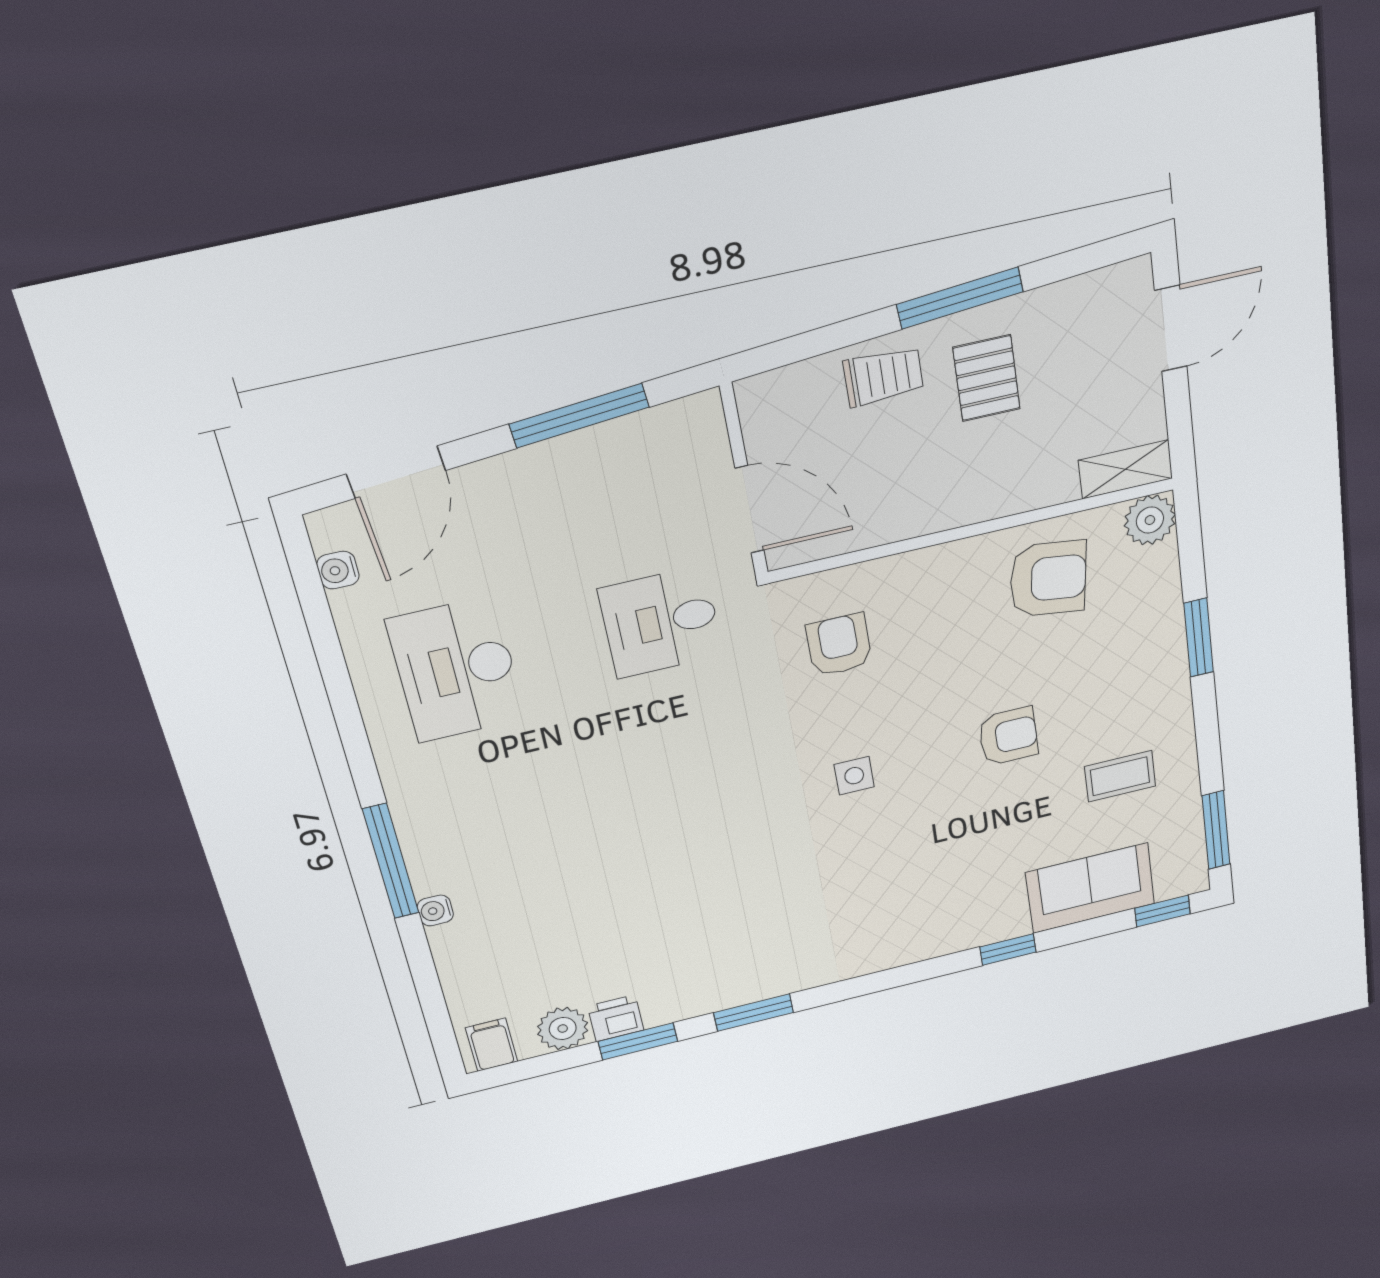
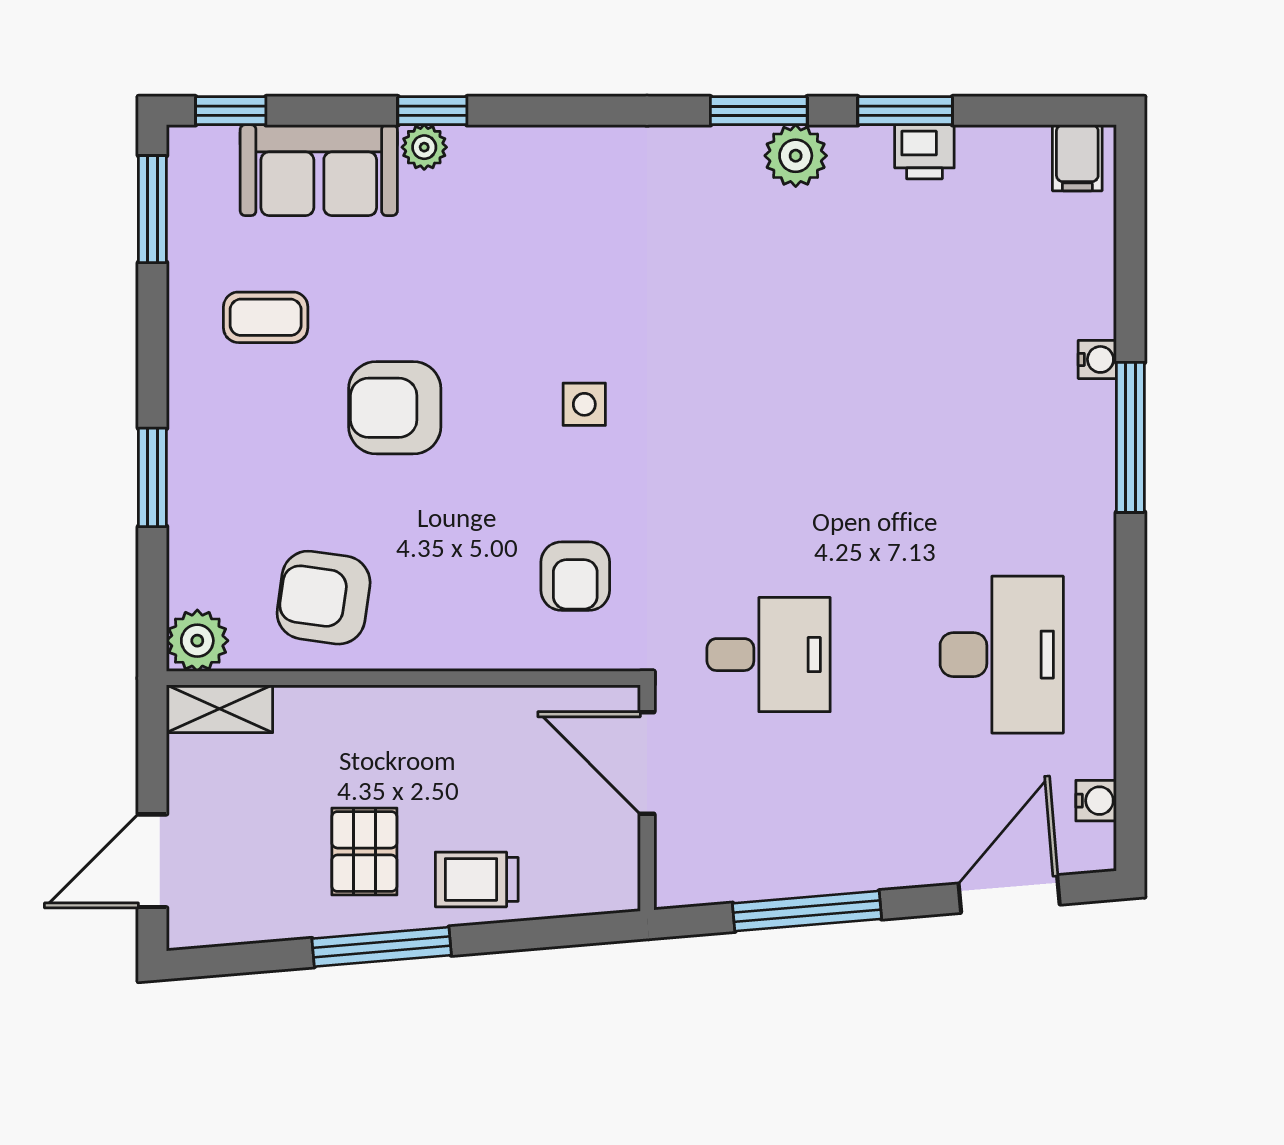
armchair: (1008, 736) -> (395, 408), width x1.38, depth x1.38
plant: (1011, 924) -> (424, 147), added
plant: (563, 1029) -> (796, 156), moved

